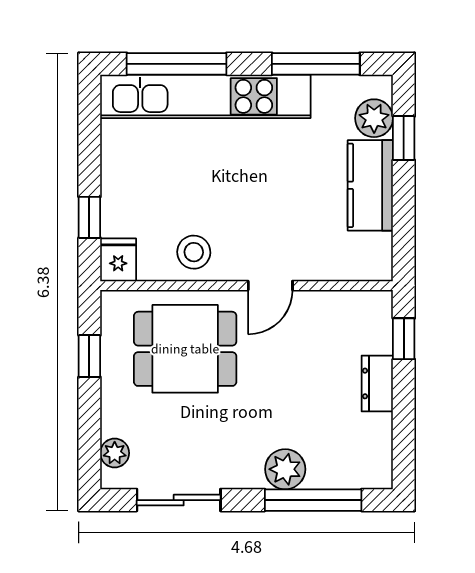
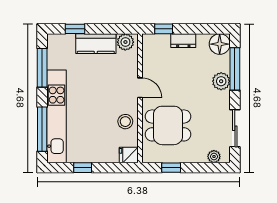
plant: (374, 118) -> (125, 42), moved
window: (89, 217) -> (83, 168), moved
dining table: (185, 349) -> (168, 125), turned 90
floor lamp: (369, 466) -> (220, 44), added

